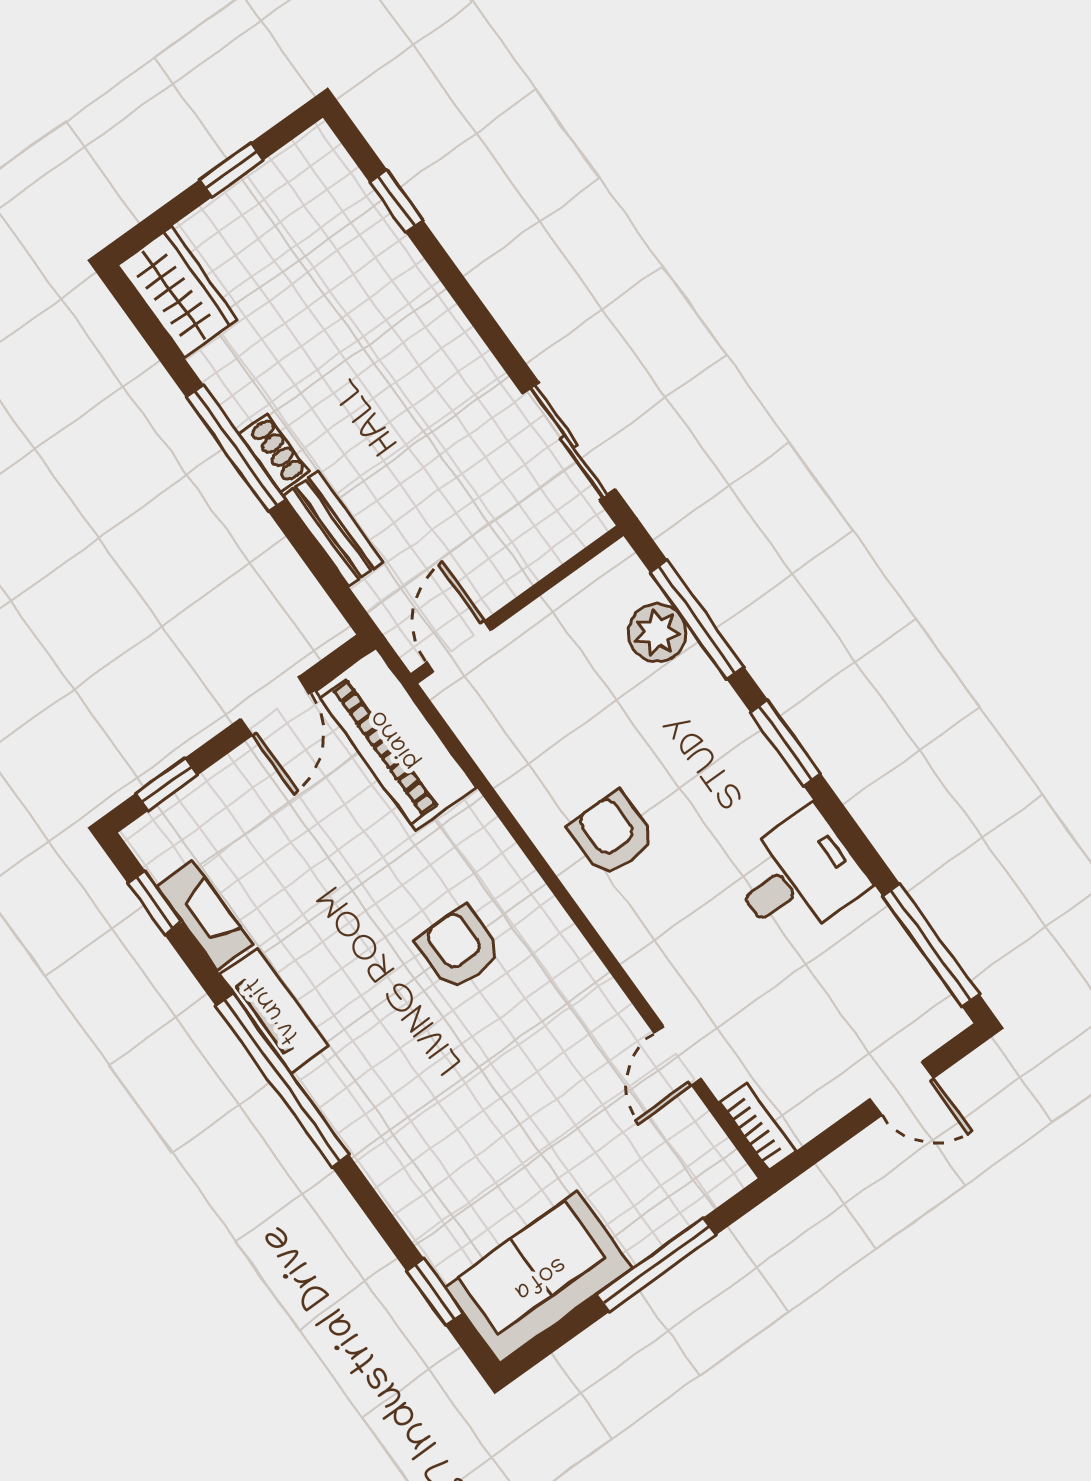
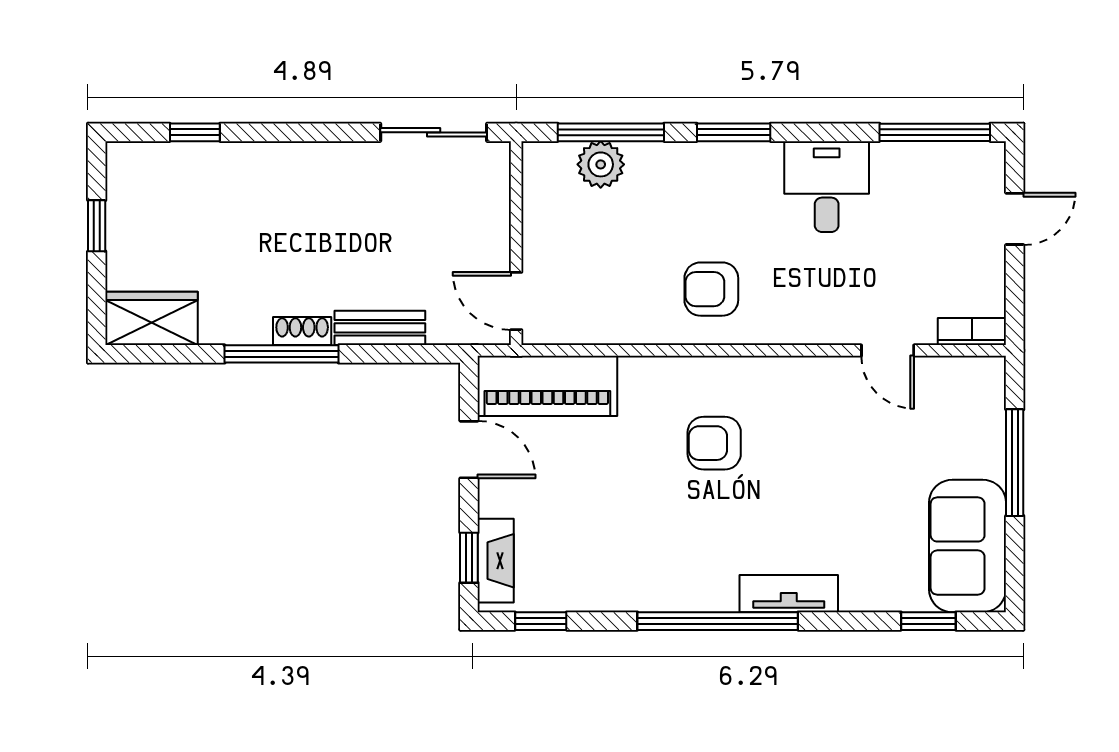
fireplace: (205, 916) -> (496, 561), moved, turned 90
tv unit: (274, 1010) -> (789, 594), moved

